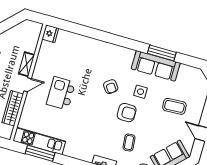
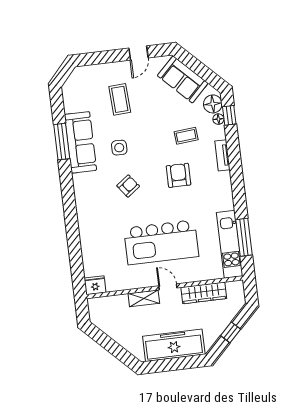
kitchen island: (61, 93) -> (161, 242), width x1.87, depth x1.28
armchair: (127, 113) -> (179, 175), moved

